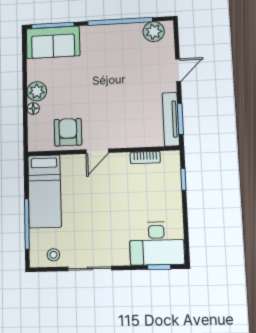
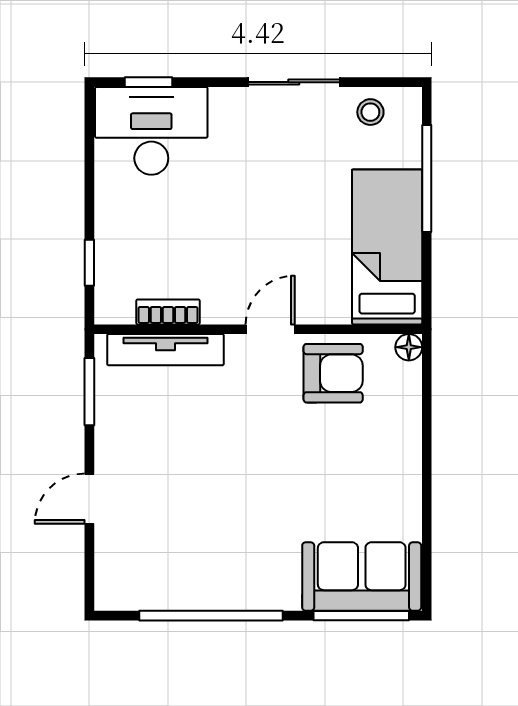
plant: (154, 32) -> (138, 588), removed
plant: (37, 91) -> (400, 467), removed
floor lamp: (33, 108) -> (409, 347), moved
tv unit: (171, 119) -> (165, 350), moved, turned 90
armchair: (68, 132) -> (333, 373), turned -90

